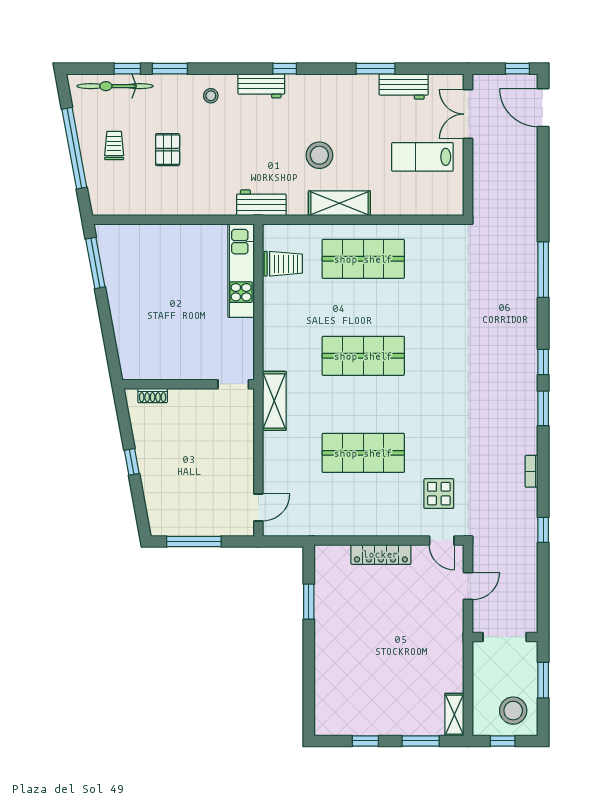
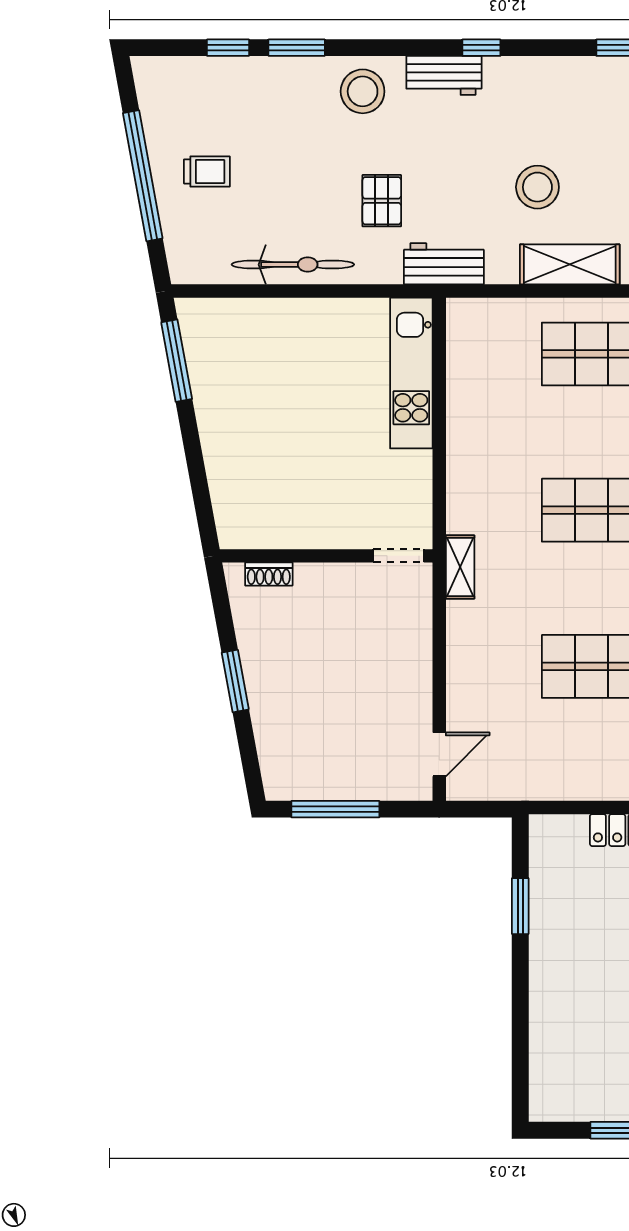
bicycle: (115, 86) -> (293, 265), moved, turned 180
stool: (211, 96) -> (363, 91), width x1.89, depth x1.89
trolley: (114, 145) -> (207, 171), turned 90
pallet: (168, 150) -> (382, 201), moved
trolley: (283, 264) -> (479, 362), removed
shelving: (274, 401) -> (460, 567), width x0.67, depth x0.75
window: (132, 462) -> (235, 681), width x1.50

